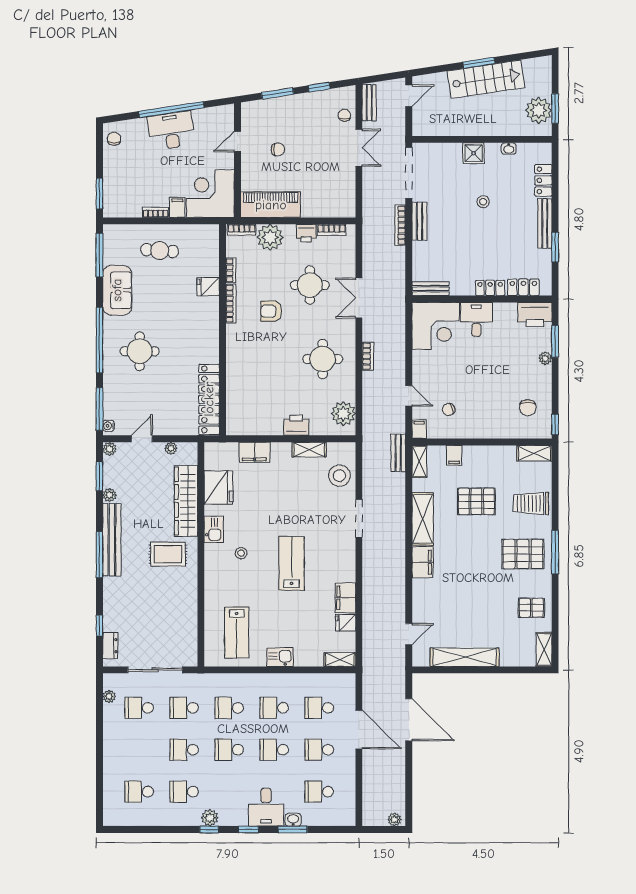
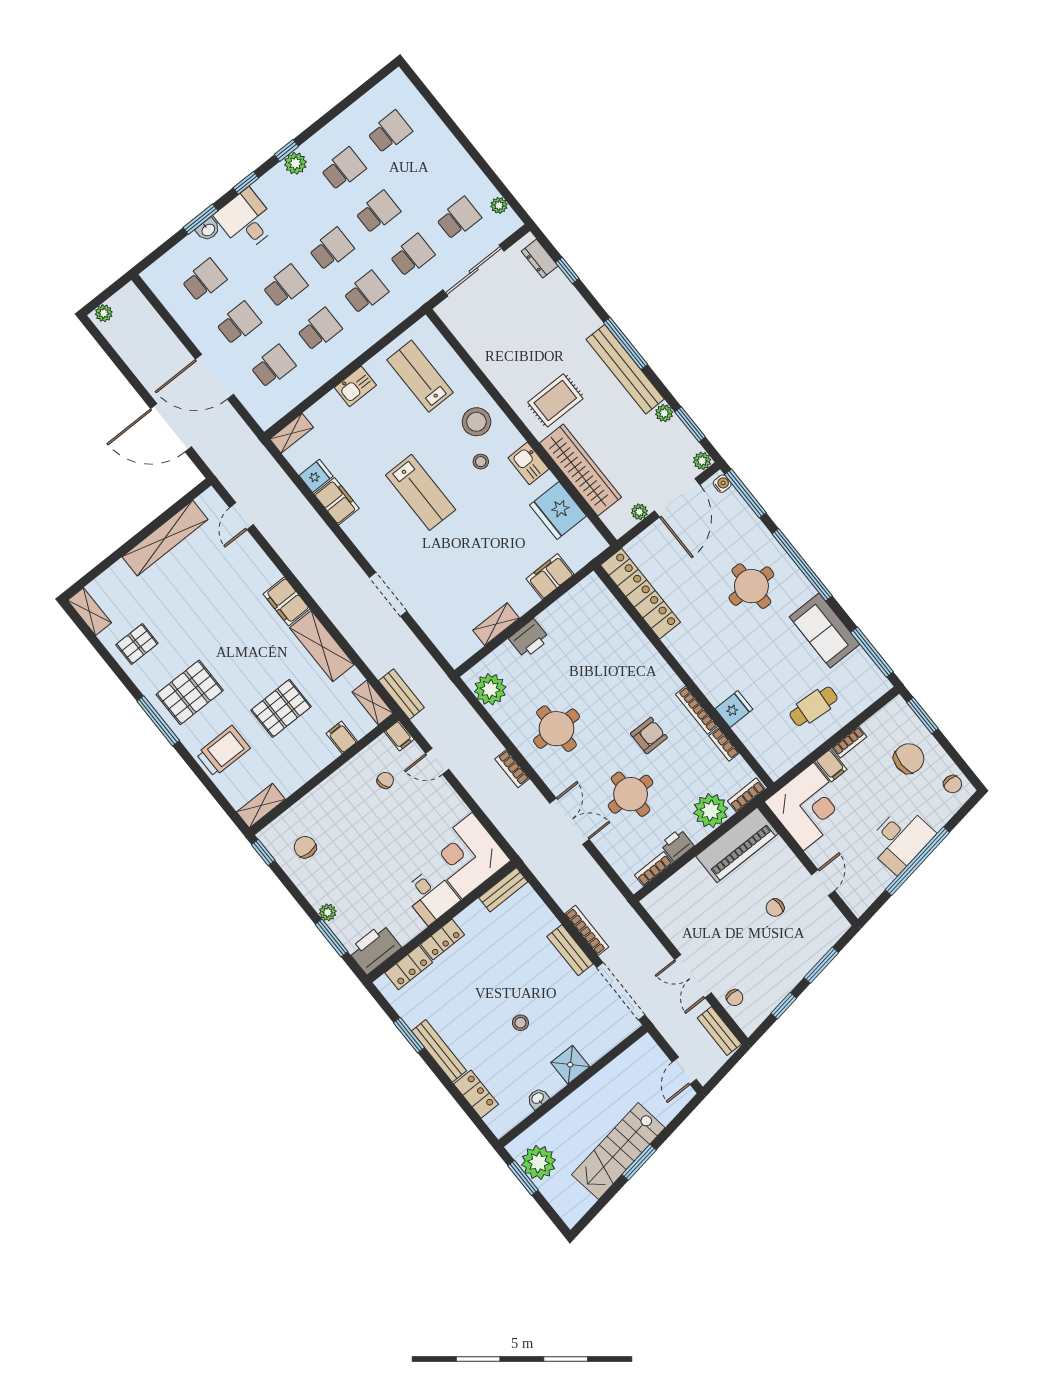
chair: (128, 175) -> (909, 758), added
door: (142, 439) -> (677, 498), width x1.88
stool: (339, 476) -> (476, 422), moved

